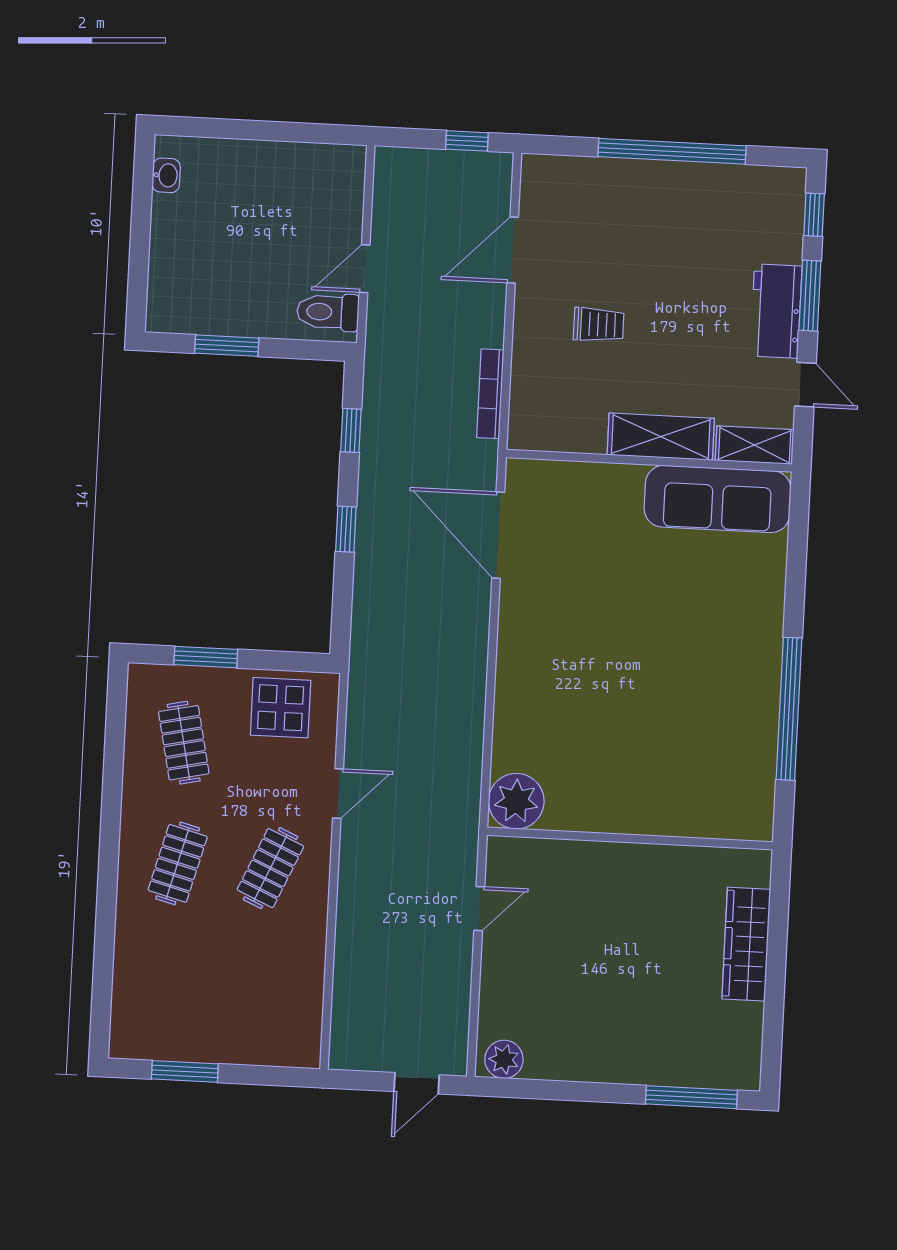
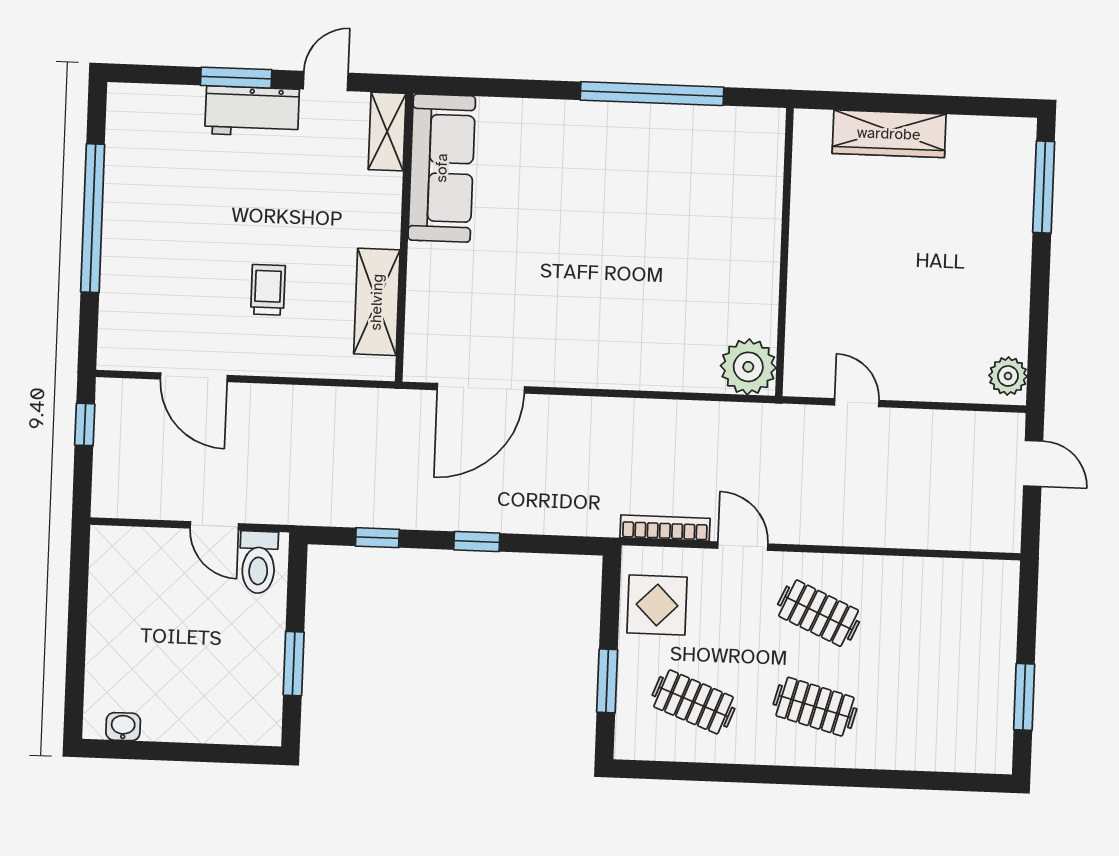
window: (814, 215) -> (155, 74), removed
bookcase: (490, 394) -> (665, 528), moved, turned 180
shelving: (661, 437) -> (377, 302), moved
clothes rail: (184, 743) -> (694, 702), turned 33

